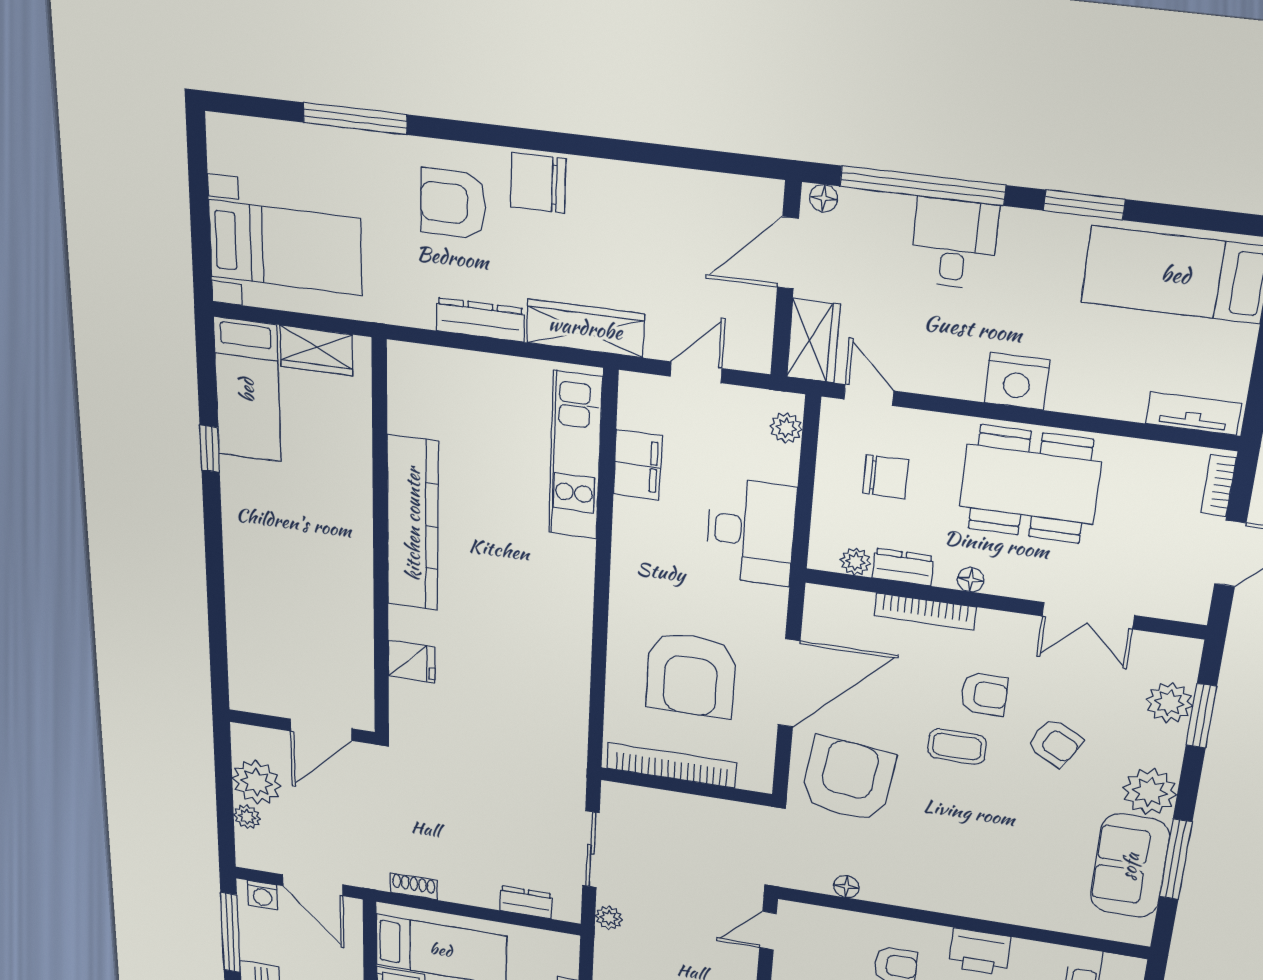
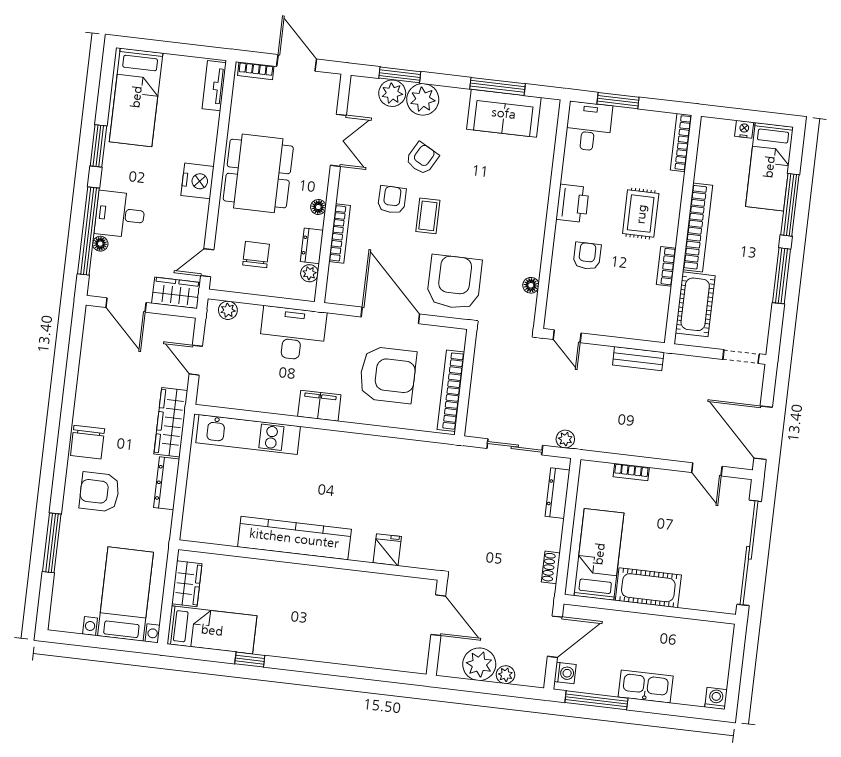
floor lamp: (824, 198) -> (100, 244), moved
armchair: (453, 204) -> (99, 492), turned 90
filing cabinet: (638, 465) -> (319, 406), moved
armchair: (848, 779) -> (454, 282), turned 83
plant: (1150, 792) -> (423, 99), moved
dresser: (526, 902) -> (557, 493), width x1.44

